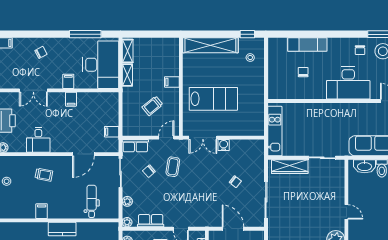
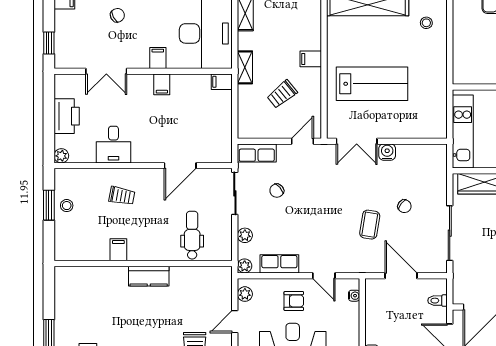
shelving: (127, 75) -> (245, 67), moved
filing cabinet: (112, 132) -> (222, 82), moved
coffee table: (173, 167) -> (370, 225), moved

